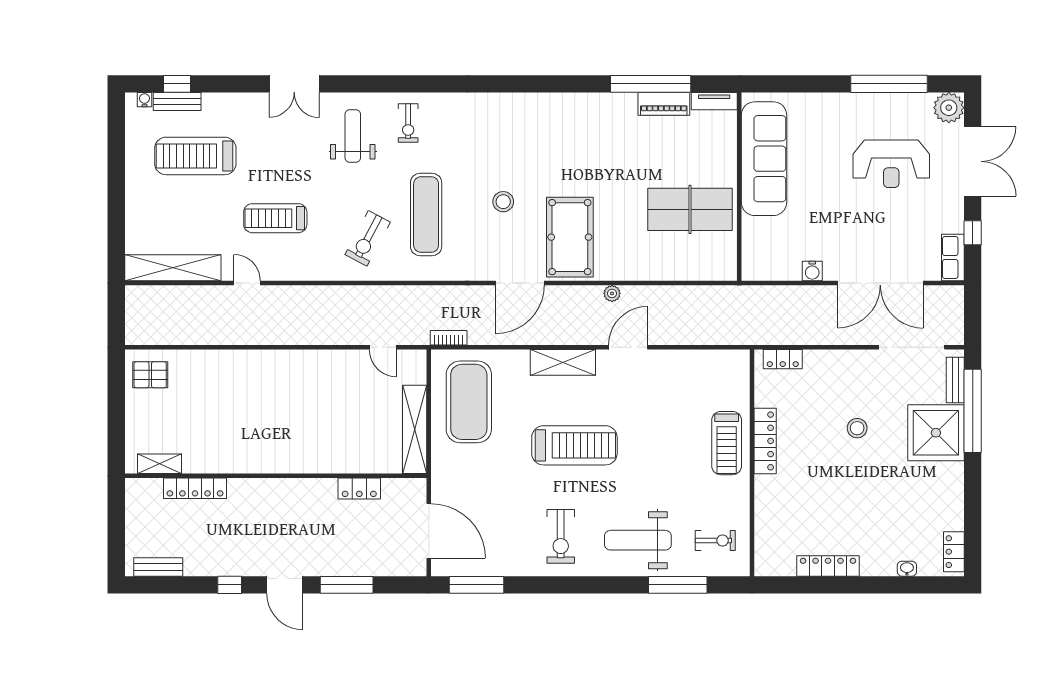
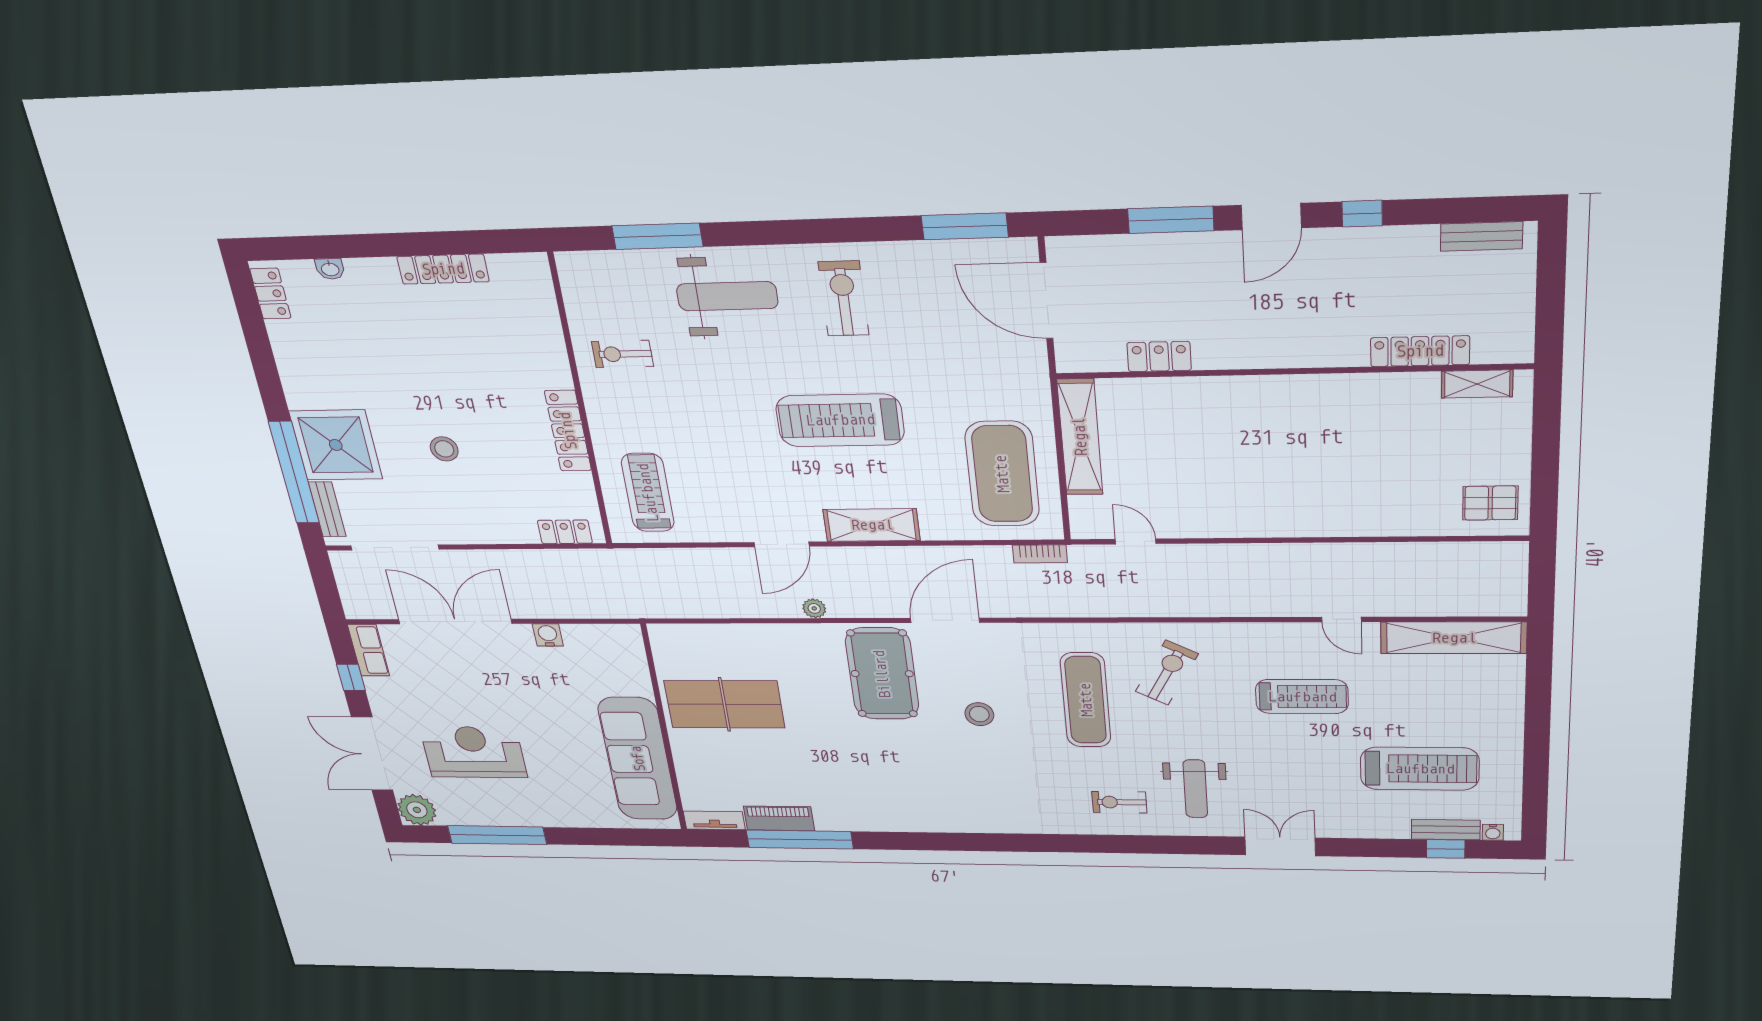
exercise bike: (408, 123) -> (1119, 802), turned -90
treadmill: (727, 443) -> (648, 493), moved
exercise bike: (715, 541) -> (622, 354), moved
door: (285, 585) -> (1271, 217), swing flipped

